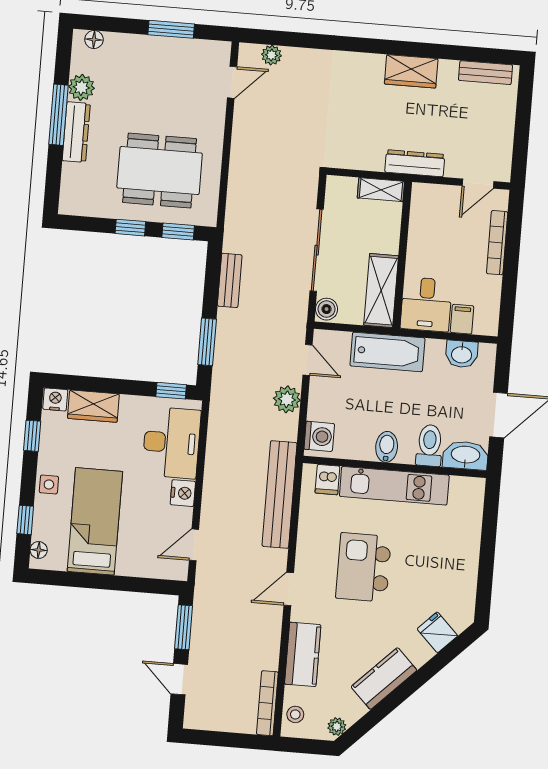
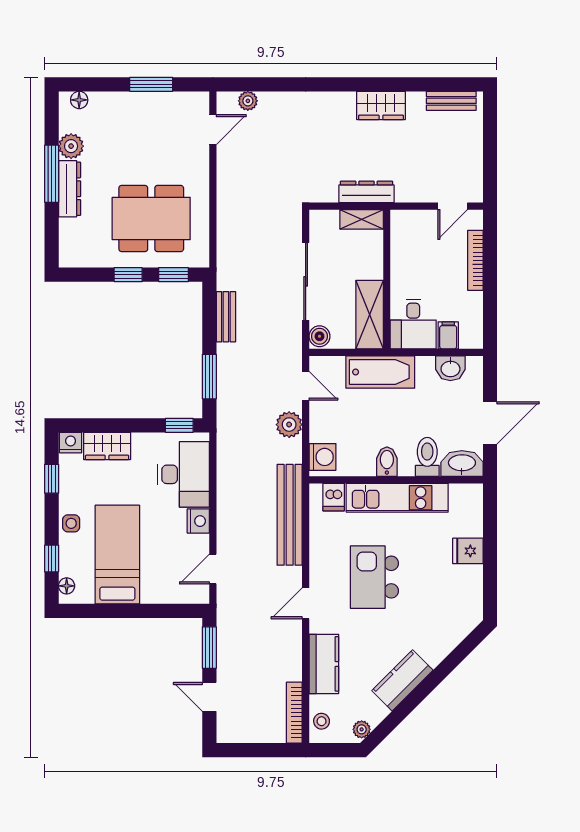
dresser: (415, 163) -> (366, 192), moved
fridge: (437, 632) -> (468, 551), moved, turned -45

